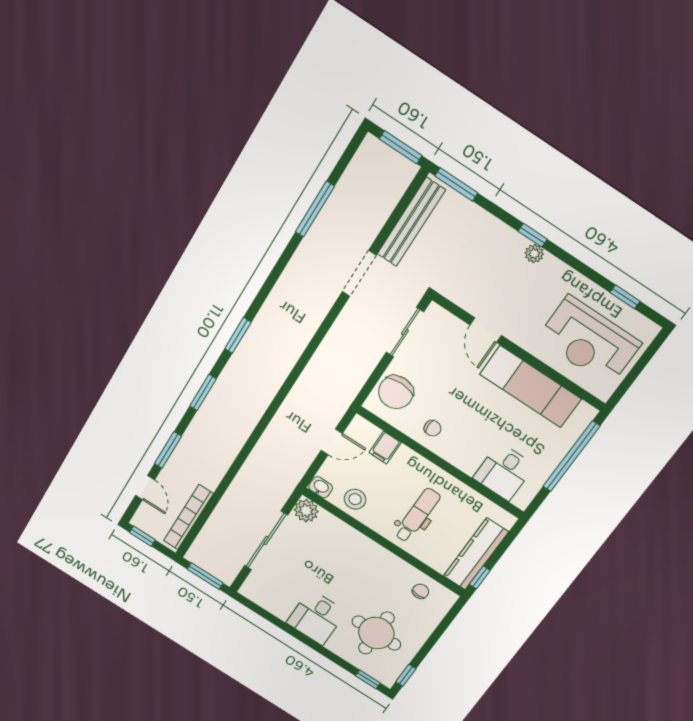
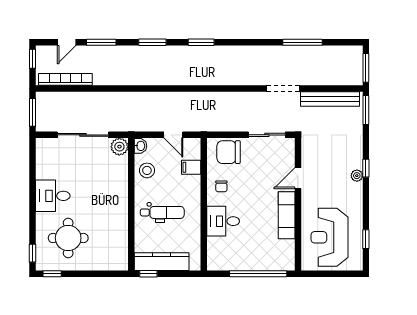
exam couch: (531, 387) -> (287, 215), width x0.73, depth x0.69
desk: (504, 472) -> (223, 221), moved
chair: (421, 591) -> (115, 246), removed

